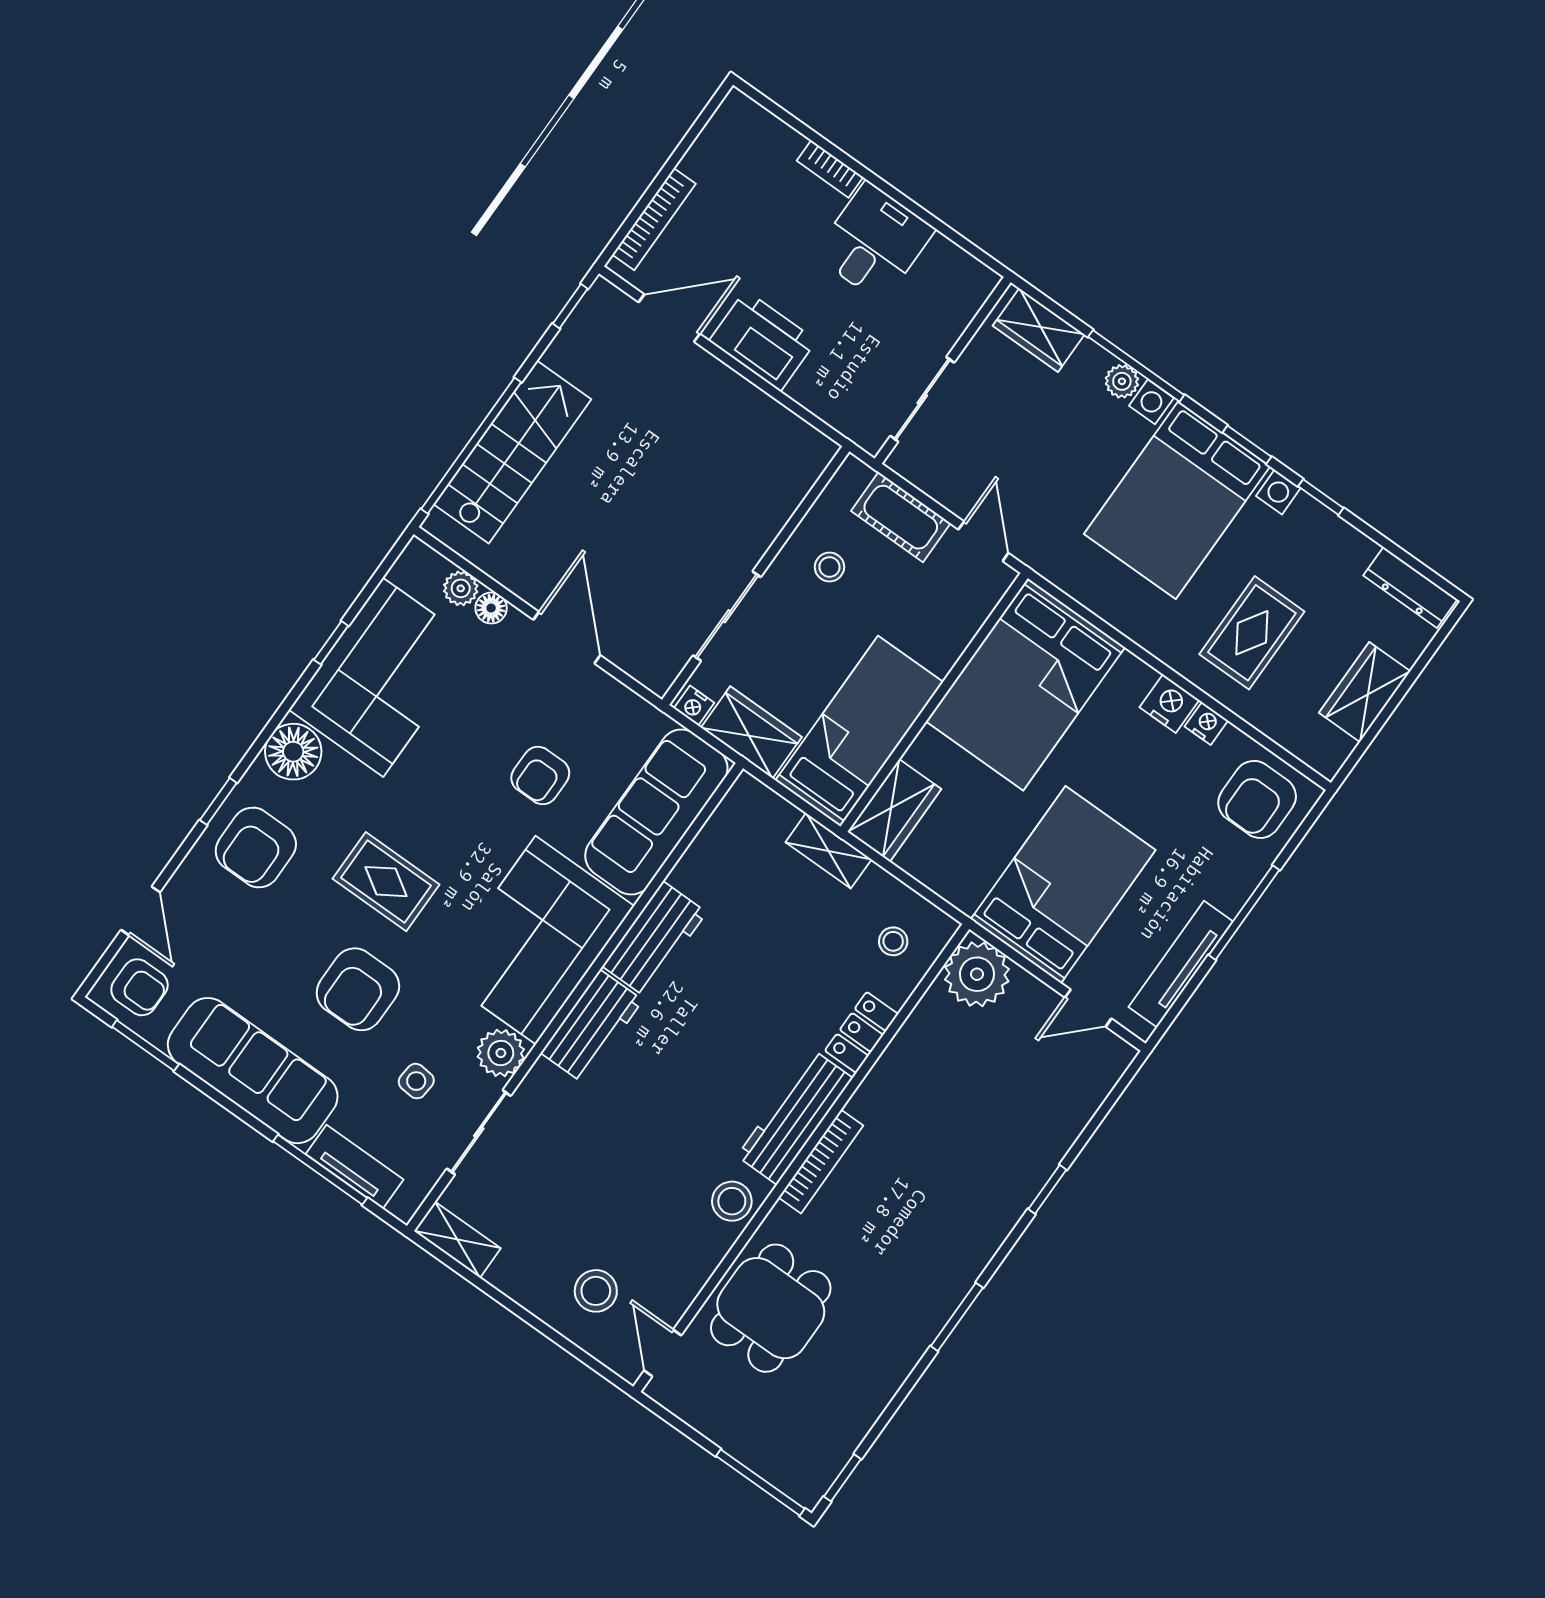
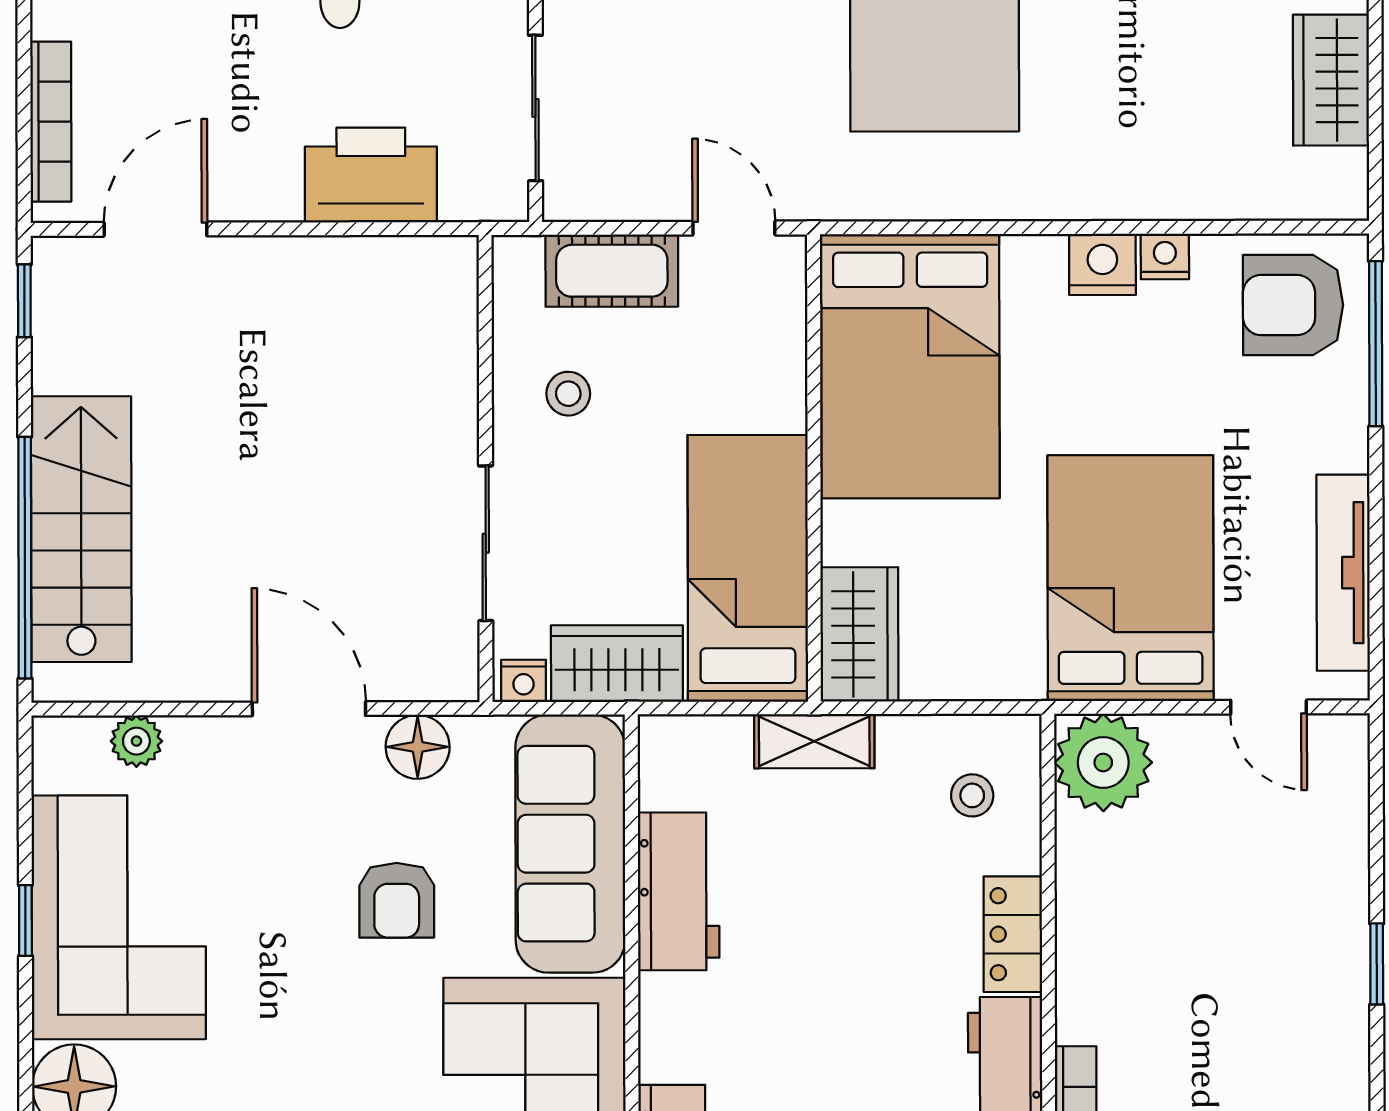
printer: (763, 341) -> (371, 175), moved
floor lamp: (491, 608) -> (418, 747), moved, width x1.37, depth x1.37
rug: (1252, 633) -> (1141, 106), removed
armchair: (1257, 799) -> (1293, 305), turned 90
window: (1244, 913) -> (1376, 344), moved
workbench: (654, 939) -> (679, 891), moved
door: (1088, 1008) -> (1269, 707), hinge flipped

